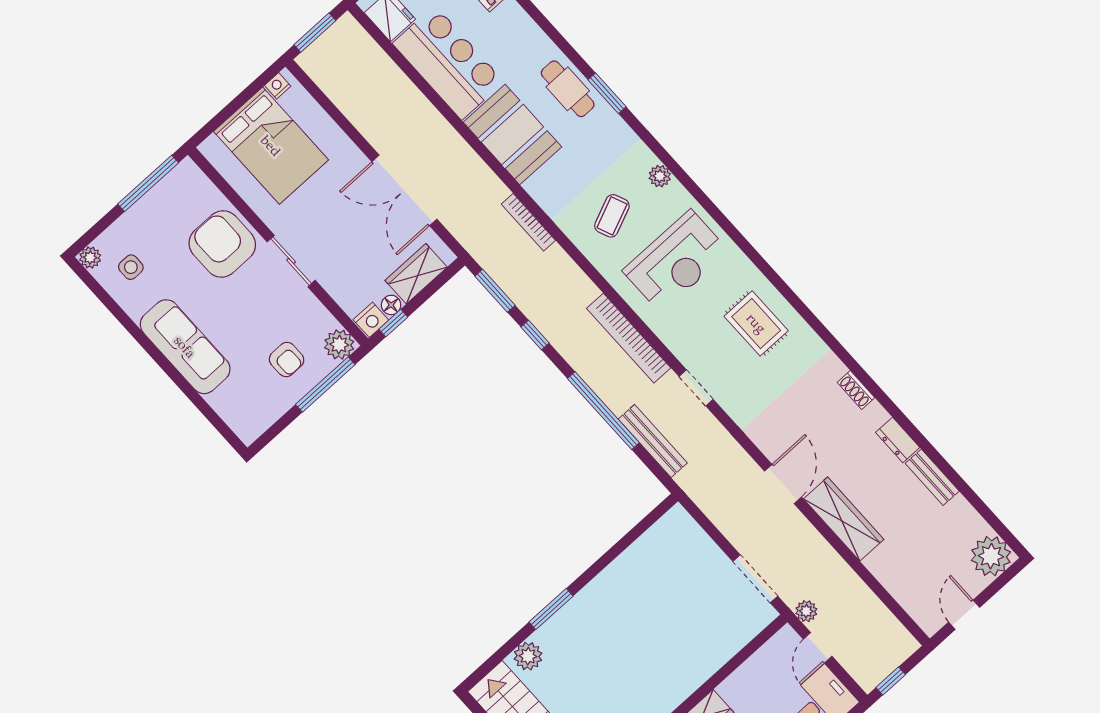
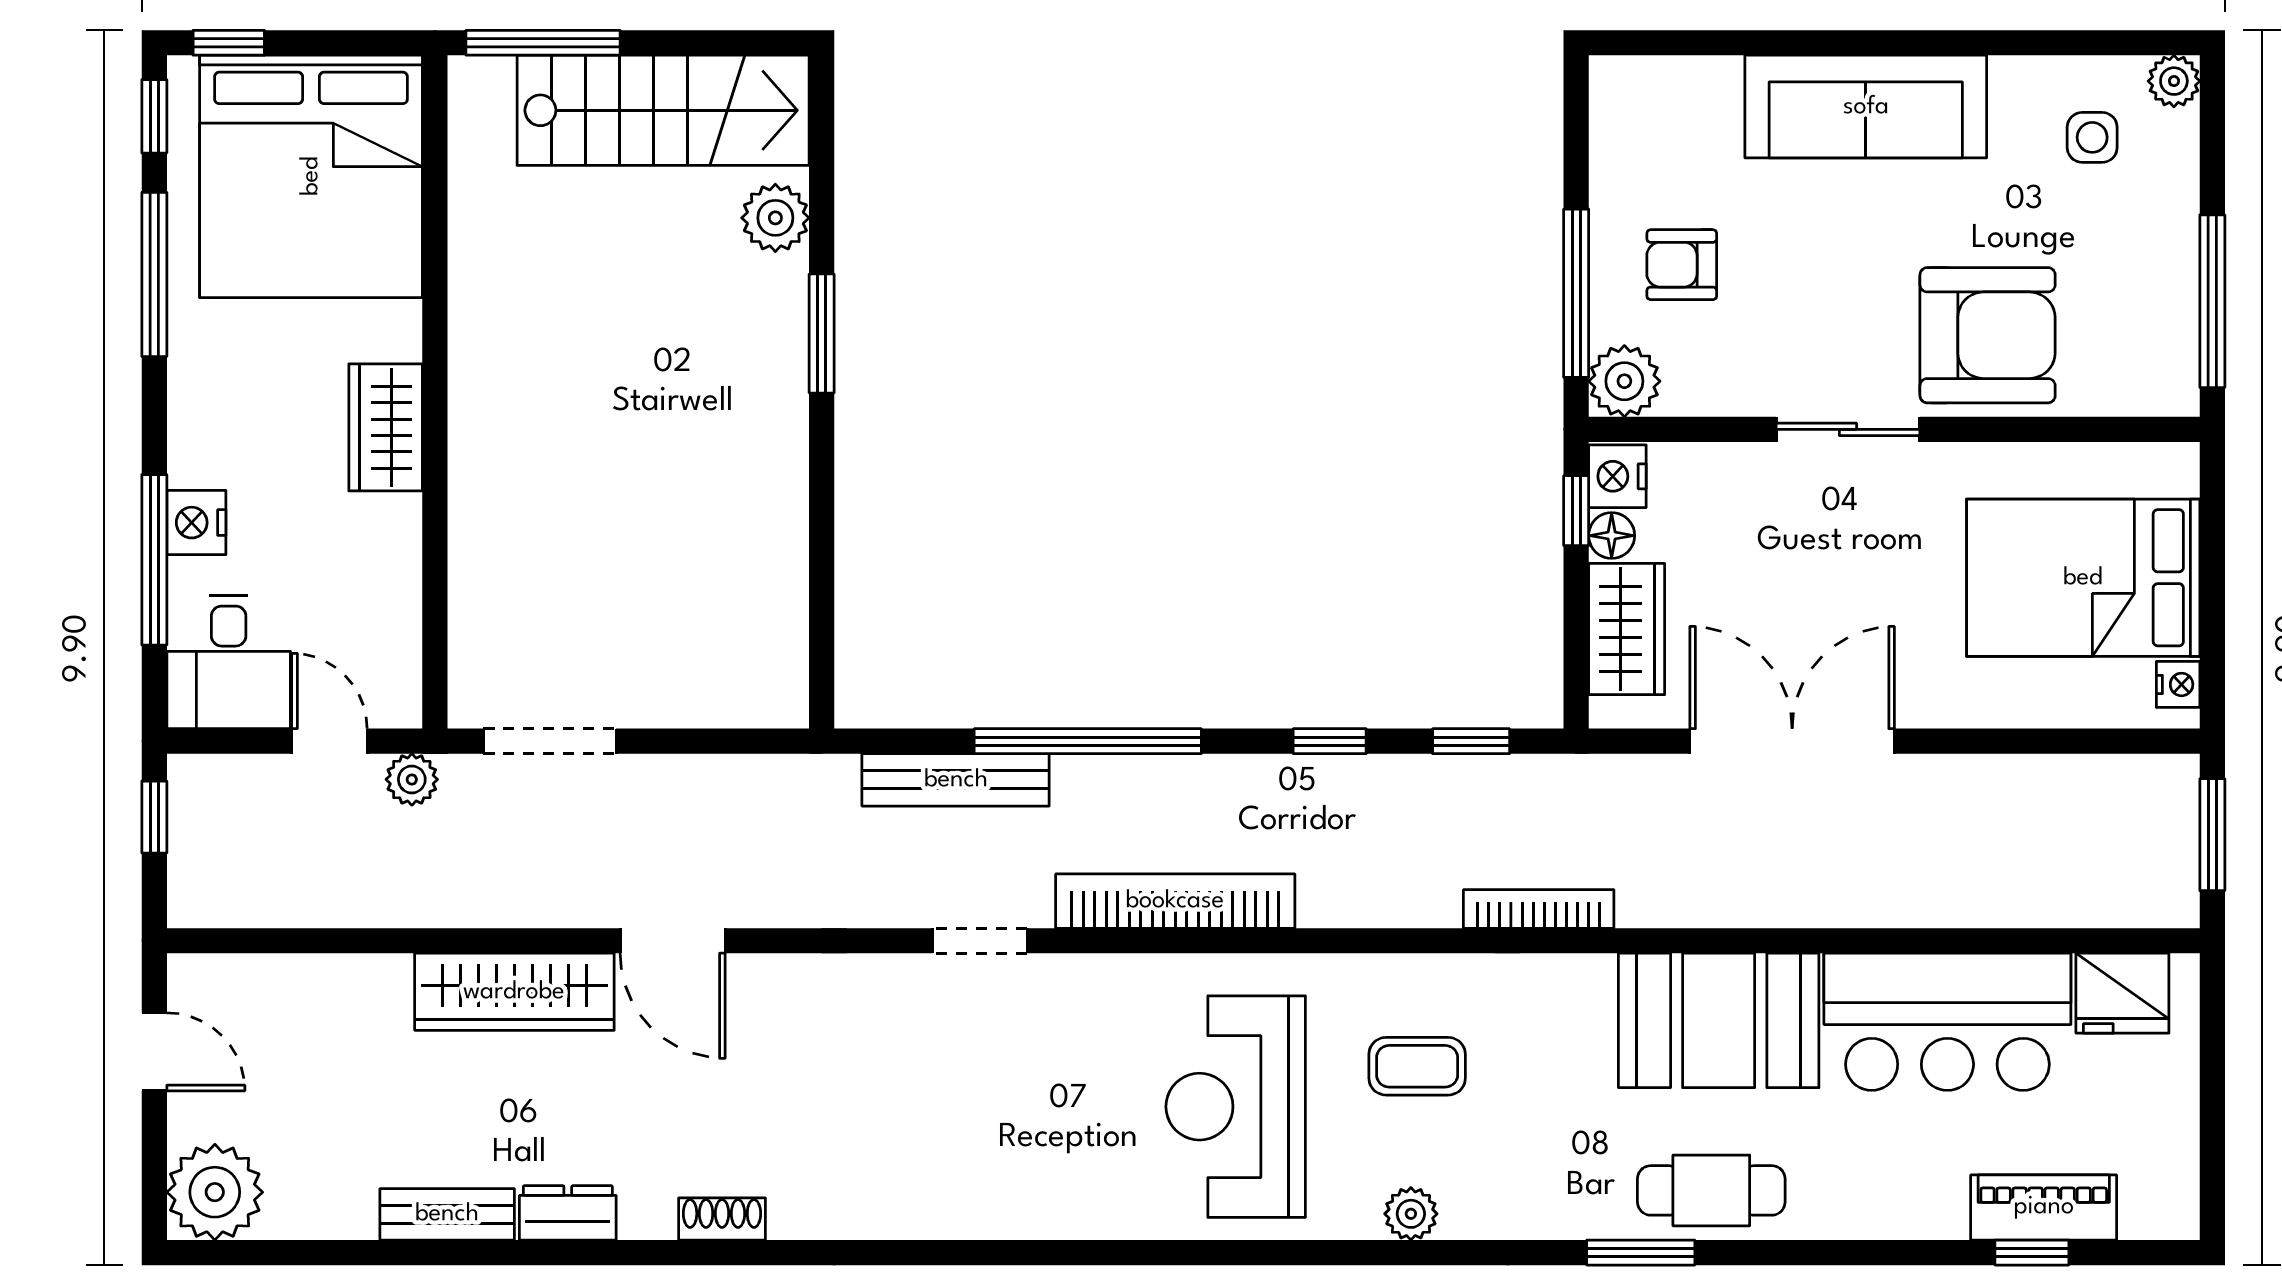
coffee table: (612, 216) -> (1417, 1066), turned -67
window: (495, 291) -> (1471, 741), width x0.67
rug: (756, 323) -> (998, 1149), removed

